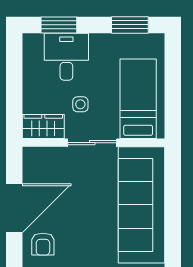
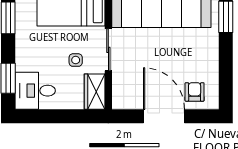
desk: (66, 57) -> (35, 91), moved
armchair: (43, 244) -> (195, 92), turned -90

